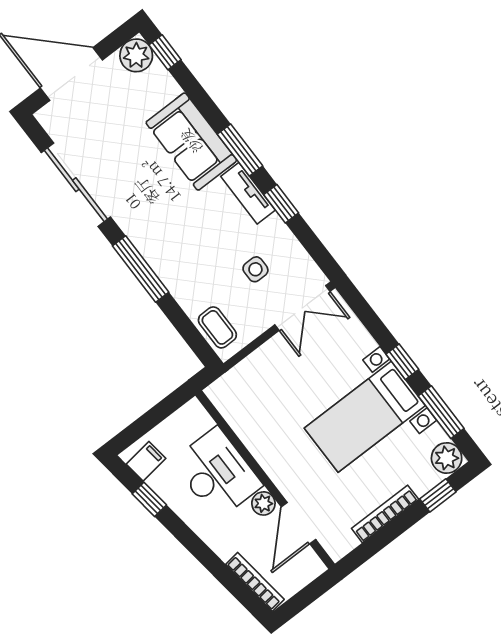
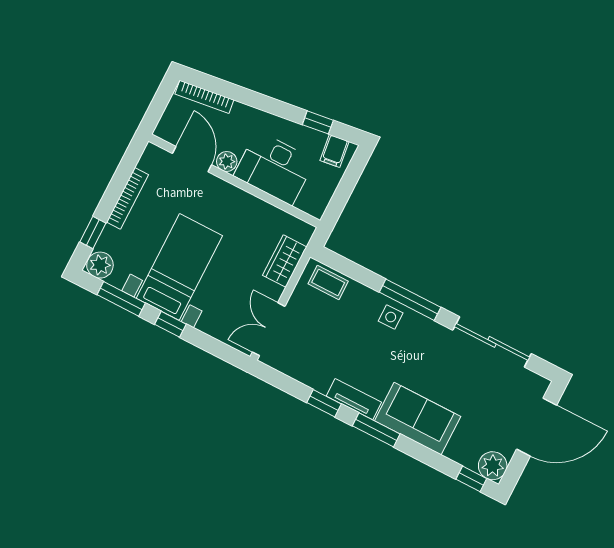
side table: (255, 269) -> (391, 317), moved
wardrobe: (252, 371) -> (285, 261), added

